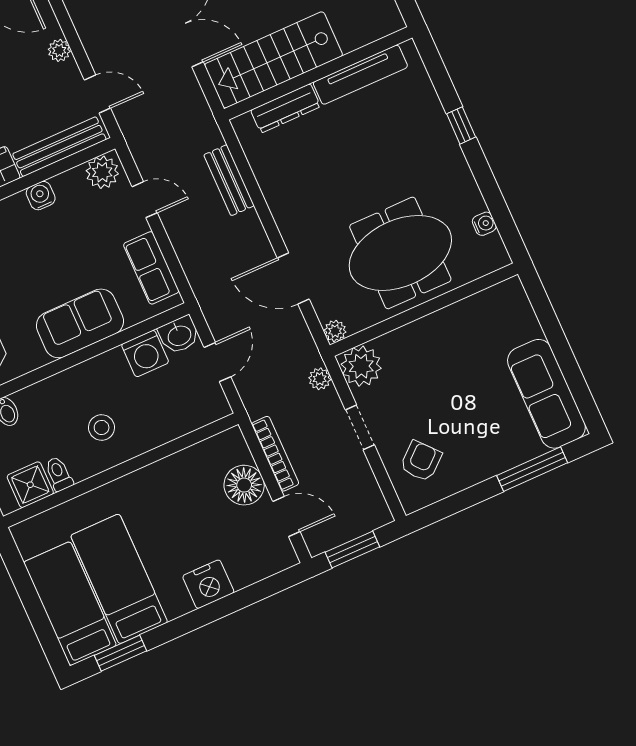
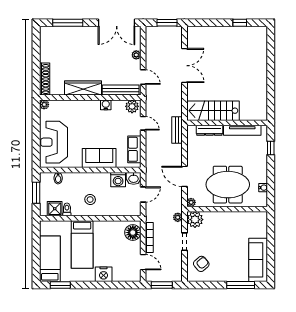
stairs: (273, 60) -> (213, 111), moved
wall: (318, 73) -> (227, 123), moved
tv unit: (360, 75) -> (242, 130), moved
dresser: (286, 108) -> (209, 130), moved
floor lamp: (244, 485) -> (133, 233), moved
bed: (119, 579) -> (82, 245), moved, turned 180

